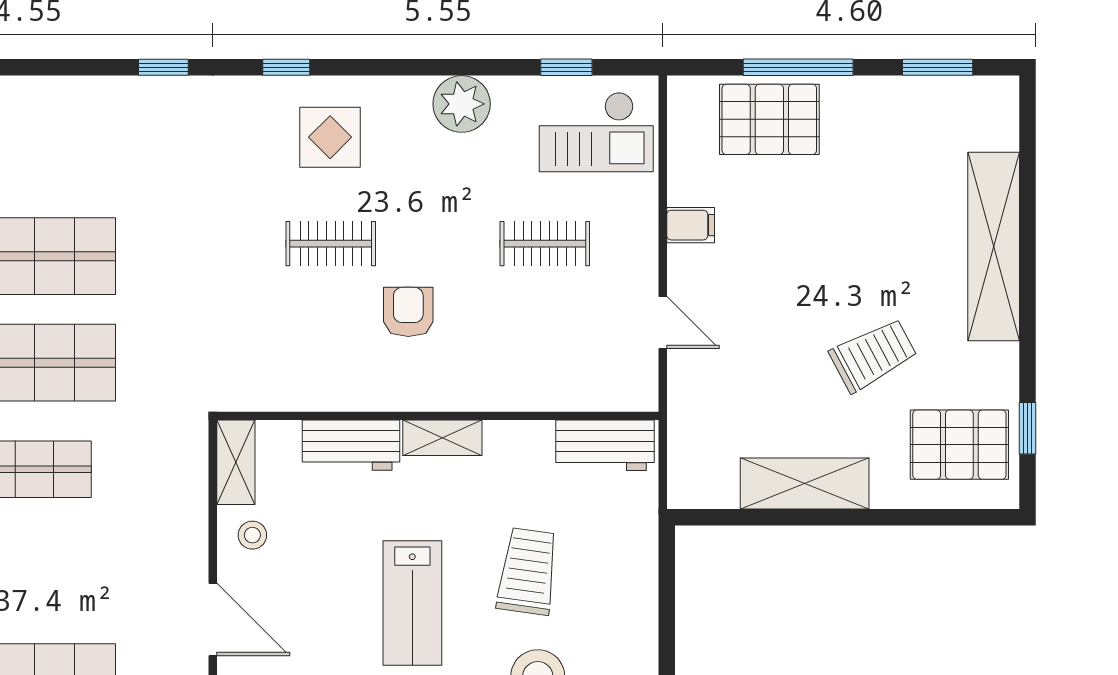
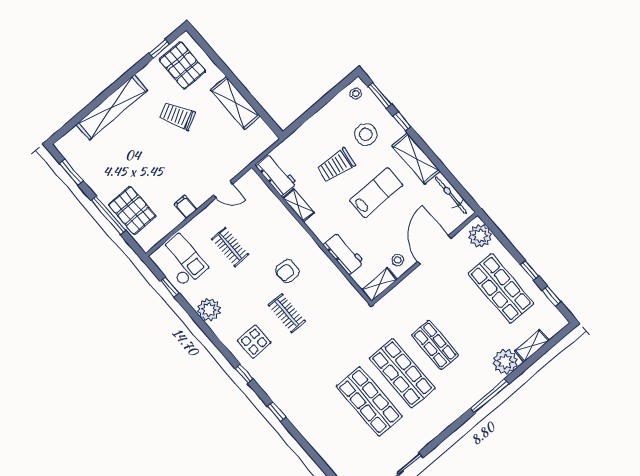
door: (663, 322) -> (223, 190), swing flipped
shelving: (442, 438) -> (298, 205), moved
door: (213, 619) -> (434, 250), width x1.36

